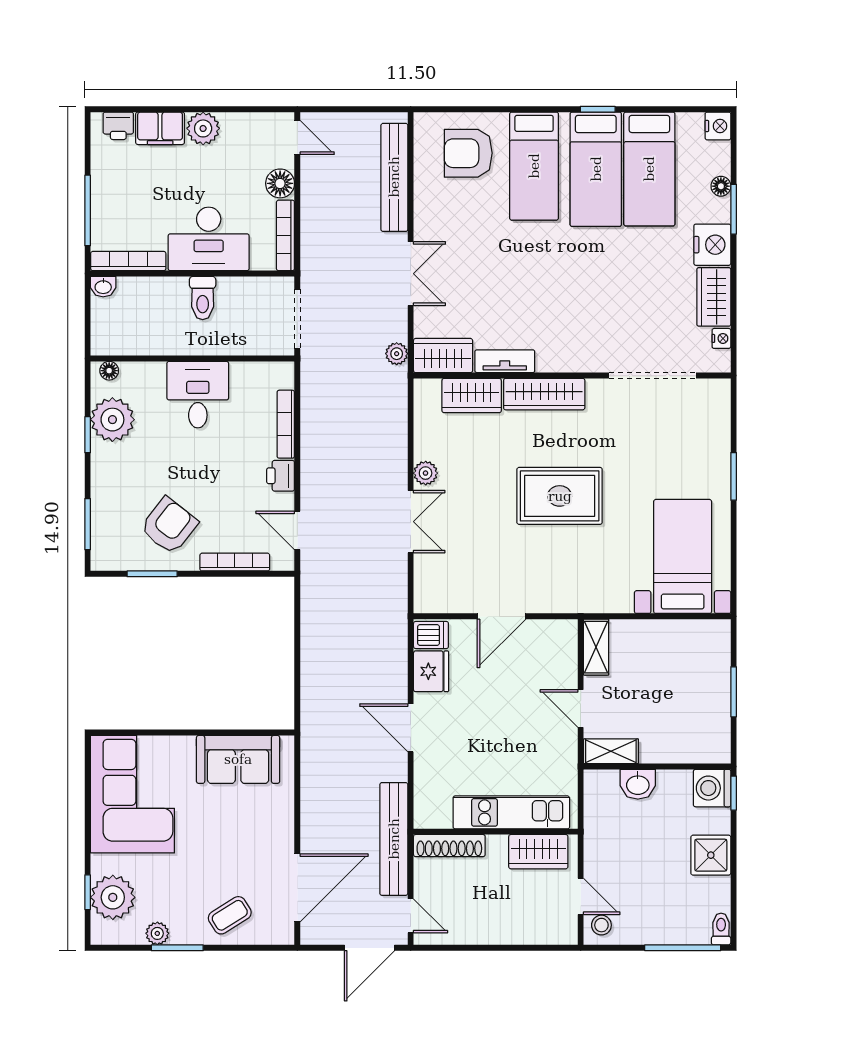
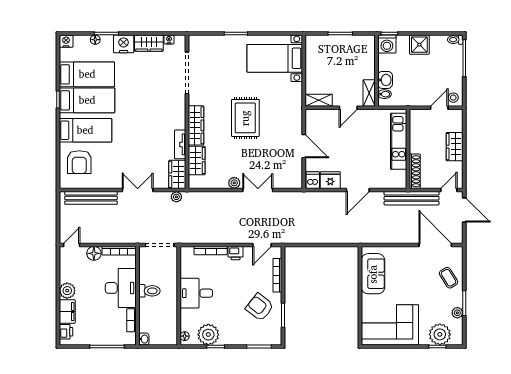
bookcase: (128, 261) -> (131, 320), width x0.64
bidet: (609, 783) -> (384, 94), added
wardrobe: (538, 852) -> (455, 147), moved, turned 180

